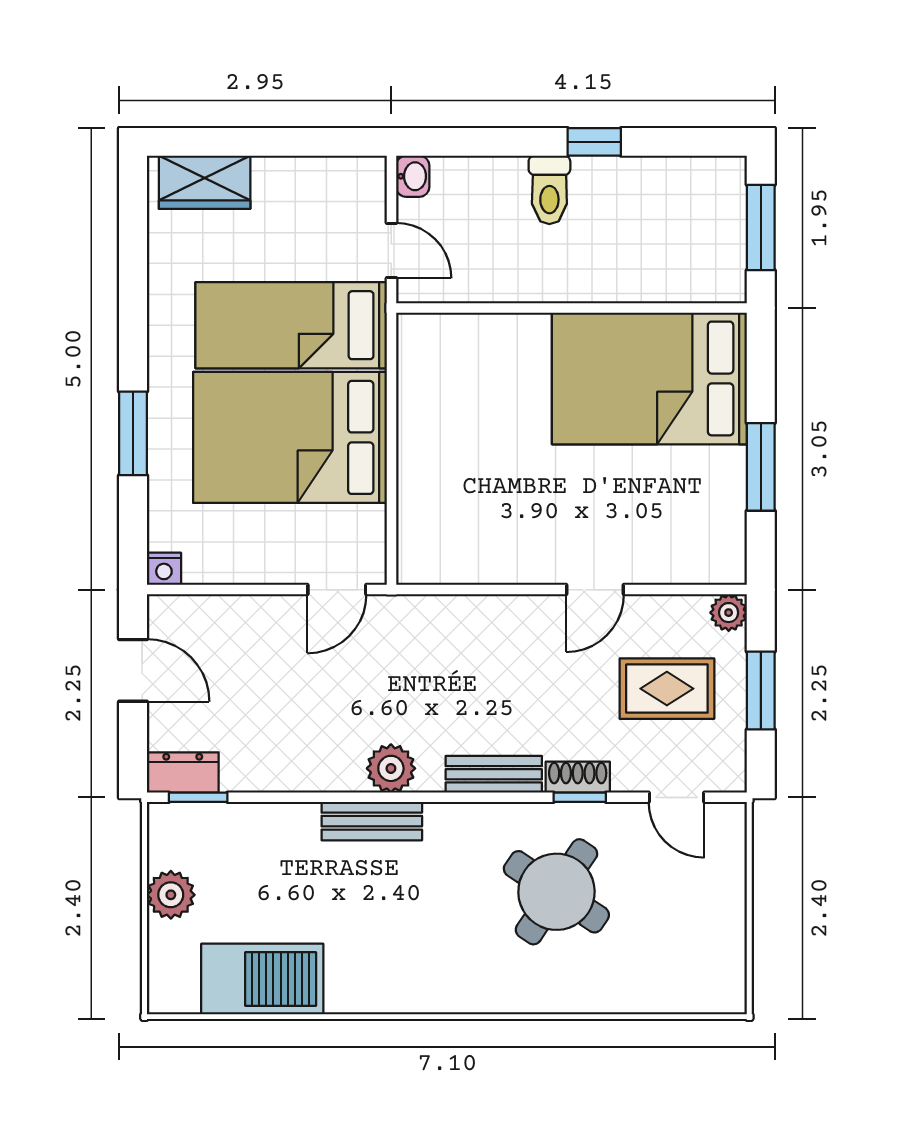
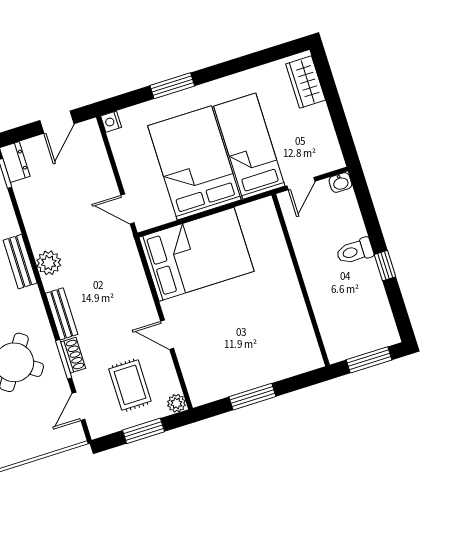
bed: (649, 378) -> (196, 254), moved, turned 90
window: (580, 797) -> (64, 359), width x1.50

